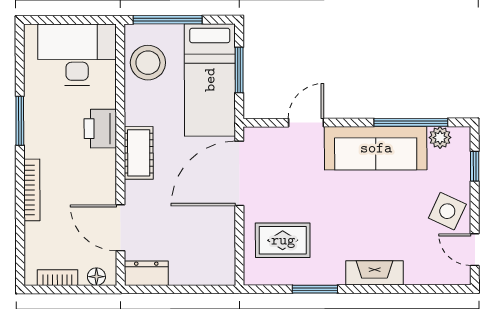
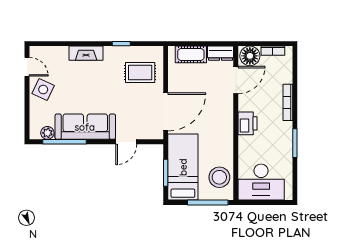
printer: (100, 129) -> (247, 123), moved
cot: (139, 153) -> (191, 54), moved, turned 90
window: (475, 166) -> (27, 116), removed
door: (120, 228) -> (236, 80), hinge flipped
floor lamp: (96, 277) -> (250, 56), width x1.89, depth x1.89
window: (315, 289) -> (121, 44), width x0.67

